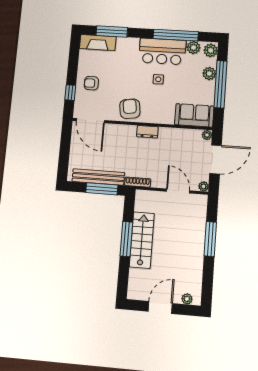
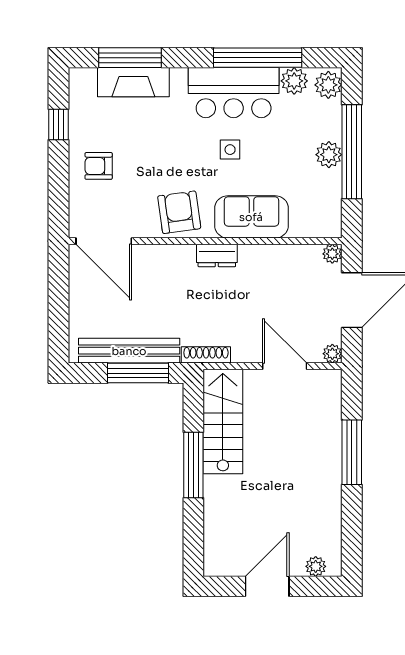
fireplace: (98, 43) -> (133, 82), moved
plant: (209, 74) -> (329, 155), moved
window: (70, 93) -> (58, 124), moved
sofa: (194, 115) -> (251, 217), moved
stairs: (142, 240) -> (223, 421), moved

